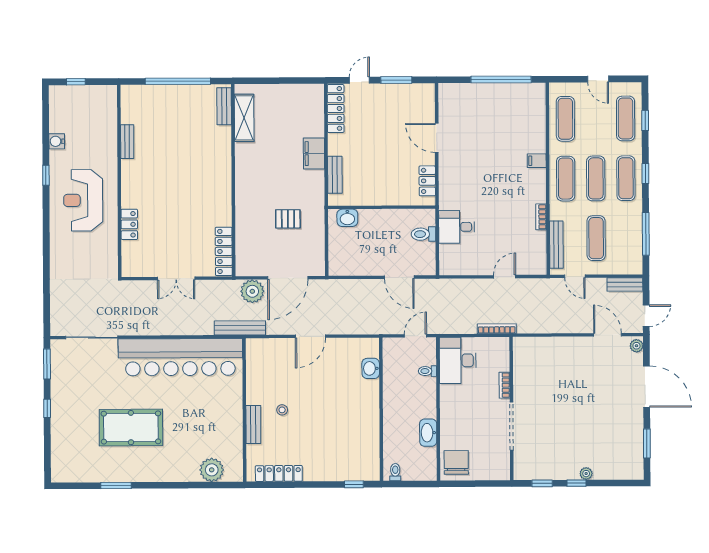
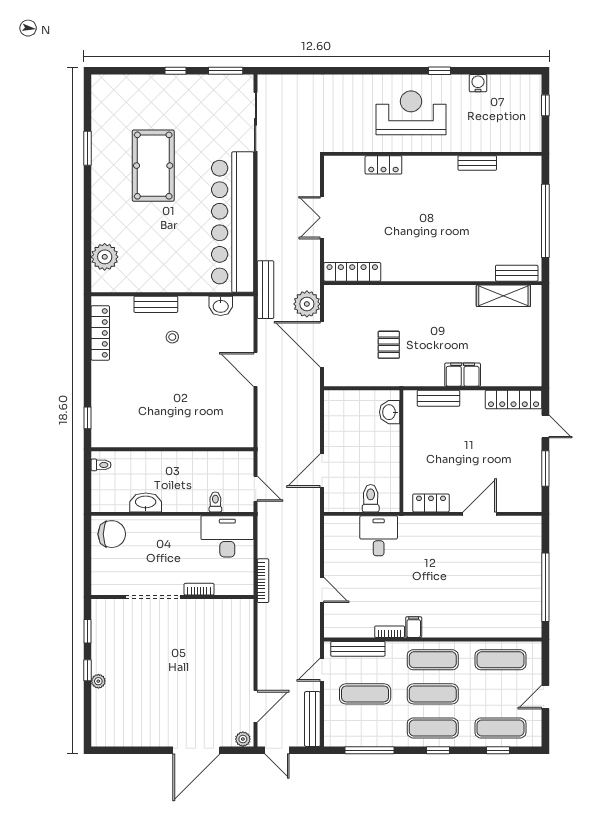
filing cabinet: (537, 161) -> (414, 627), moved
bench: (625, 284) -> (312, 719), width x1.36
washbasin: (371, 368) -> (221, 306), moved, turned 180
window: (647, 443) -> (132, 750), removed

